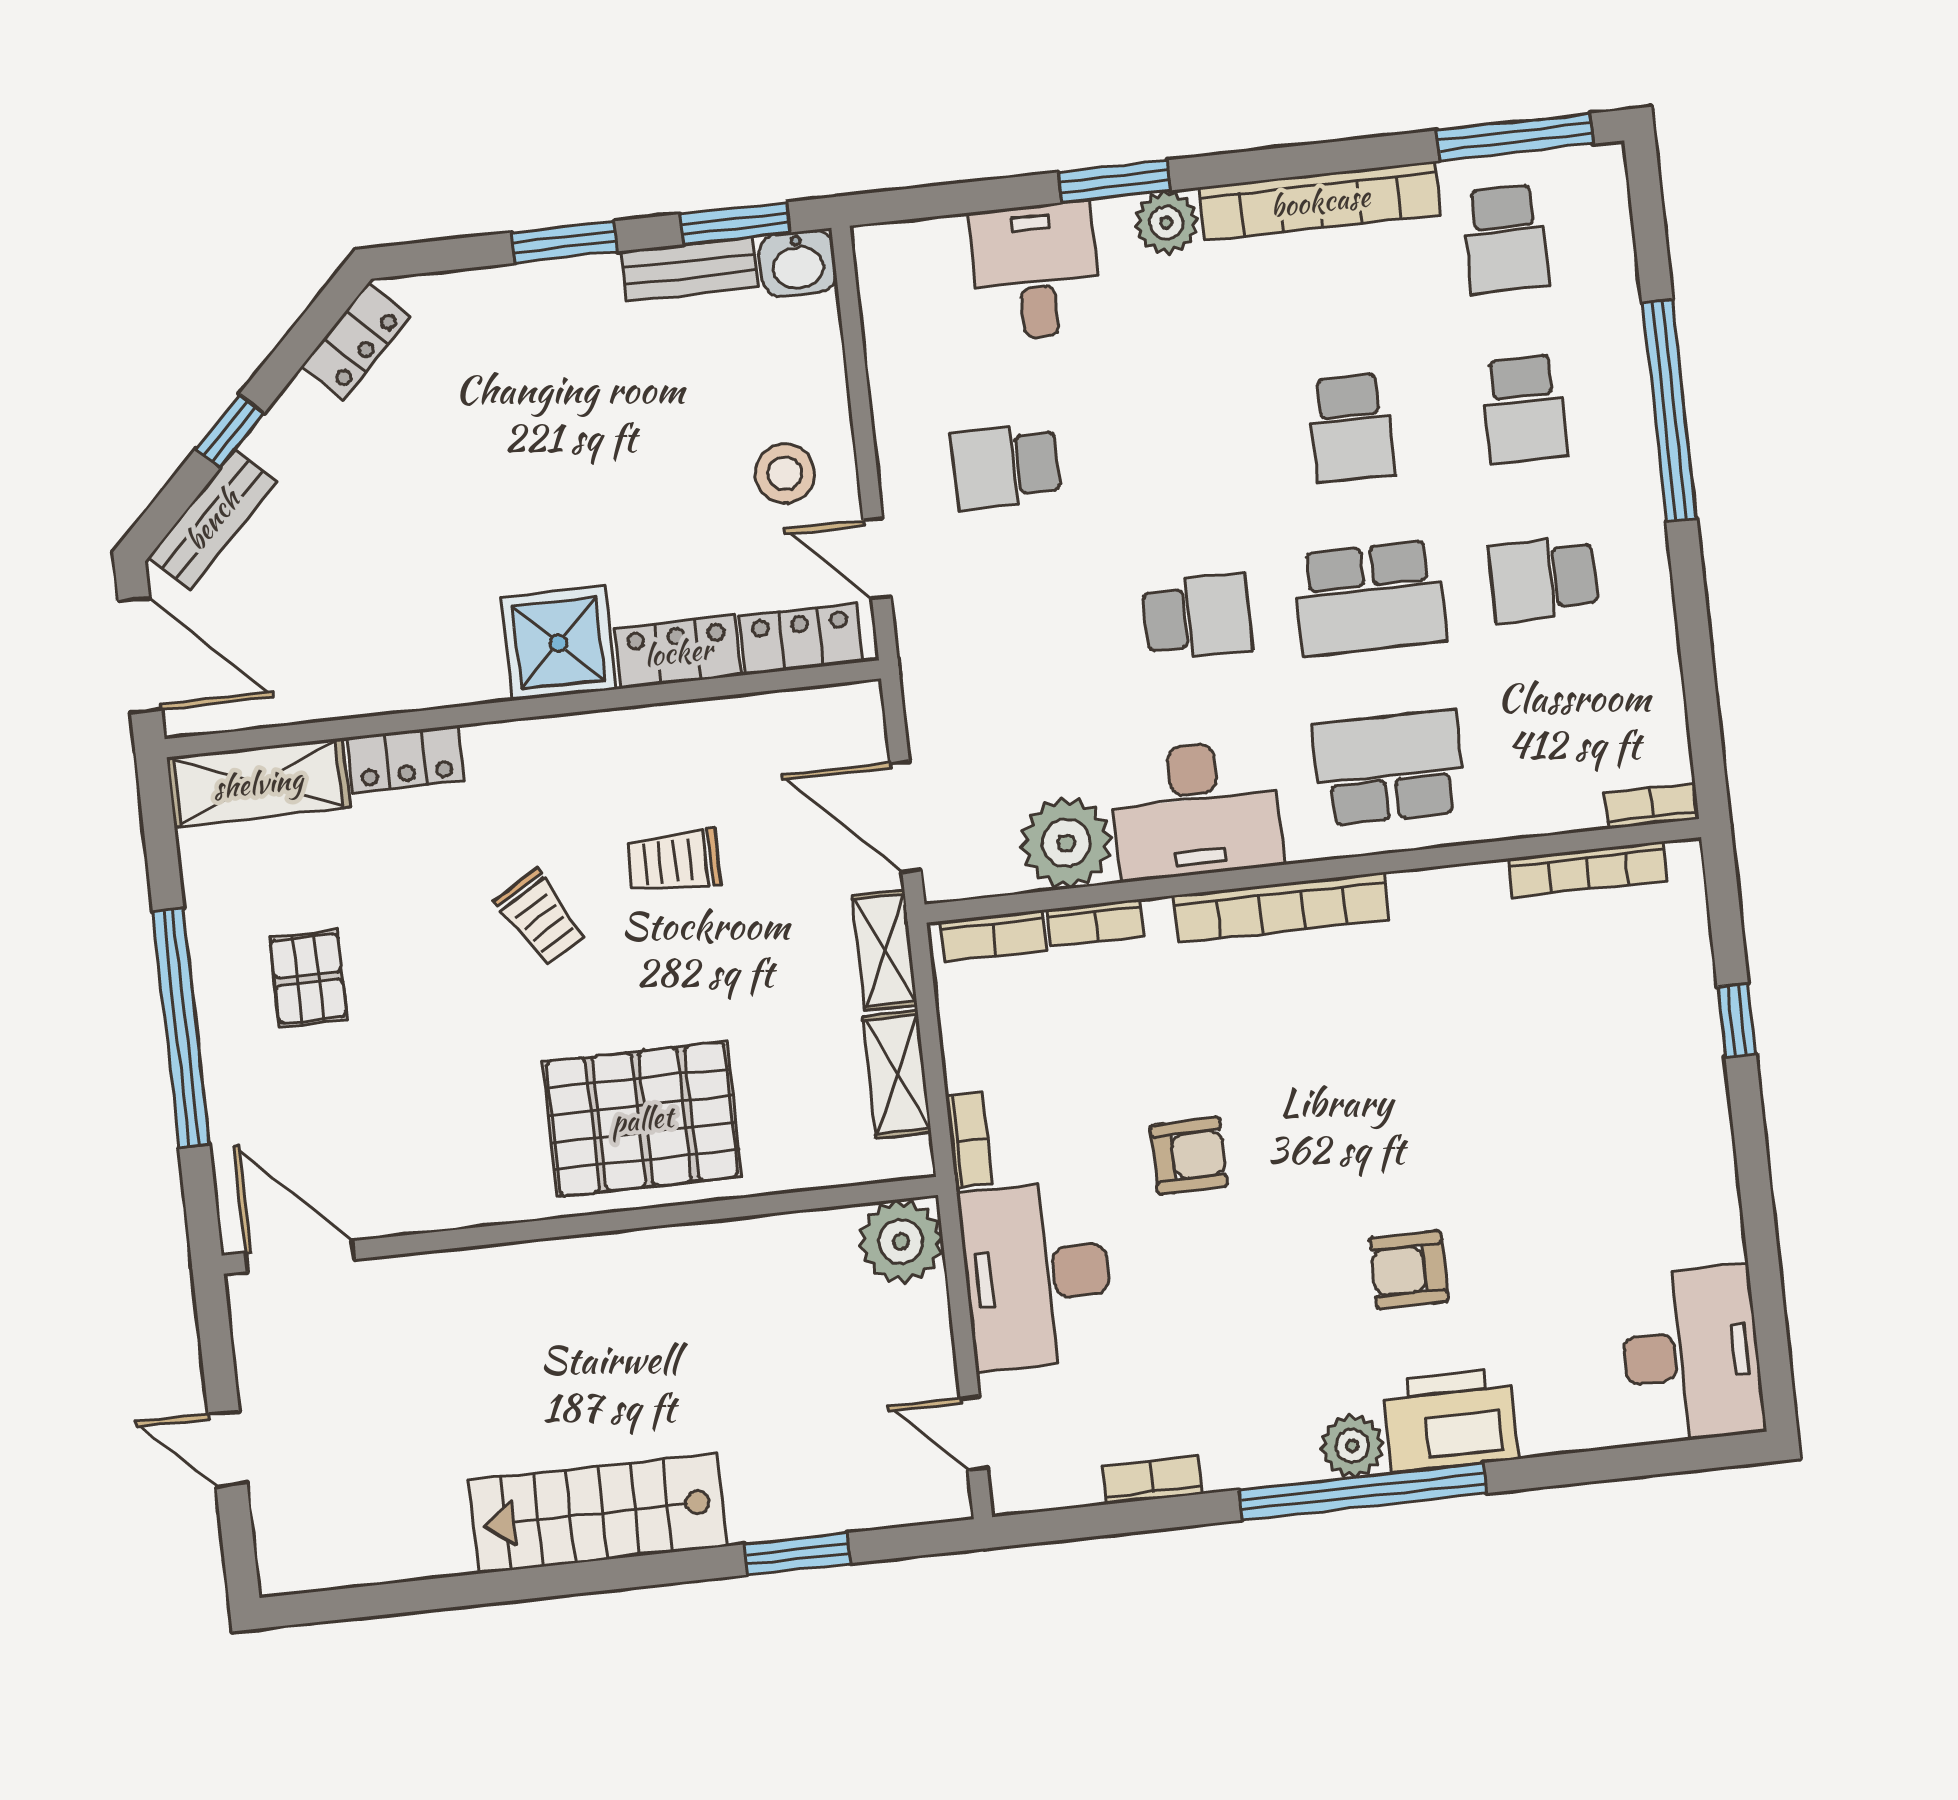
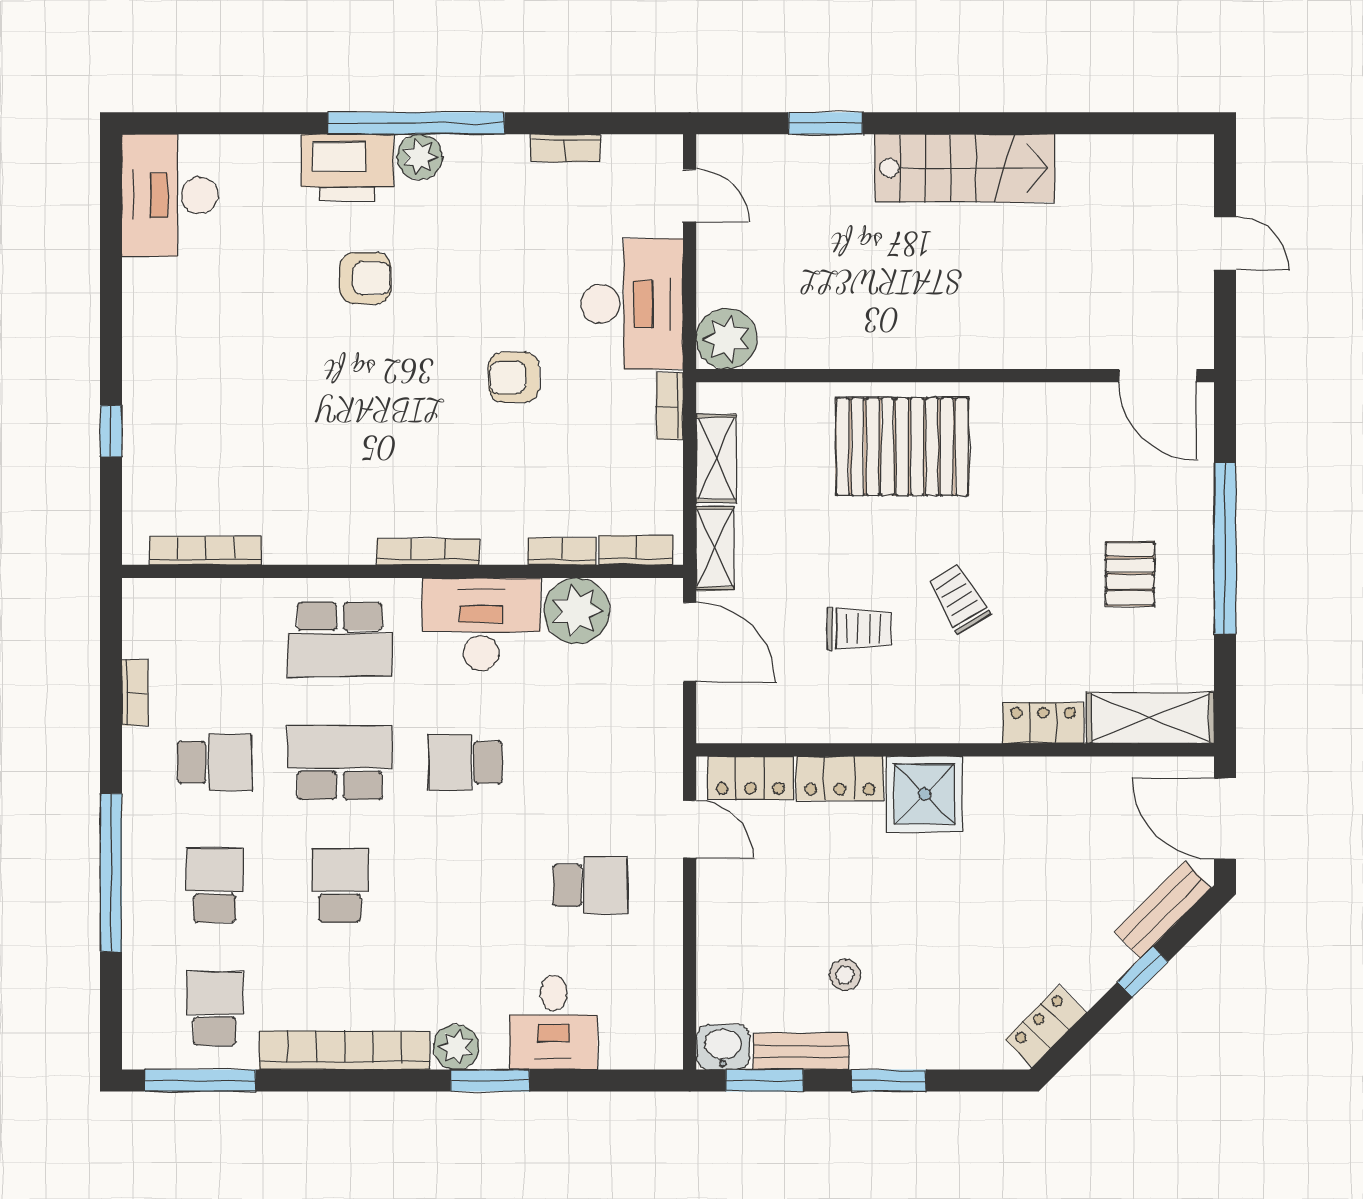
stool: (785, 473) -> (845, 975), moved, width x0.73, depth x0.73
bookcase: (1652, 806) -> (135, 693), moved, turned -90
bookcase: (1281, 908) -> (428, 552), width x0.68, depth x0.76

